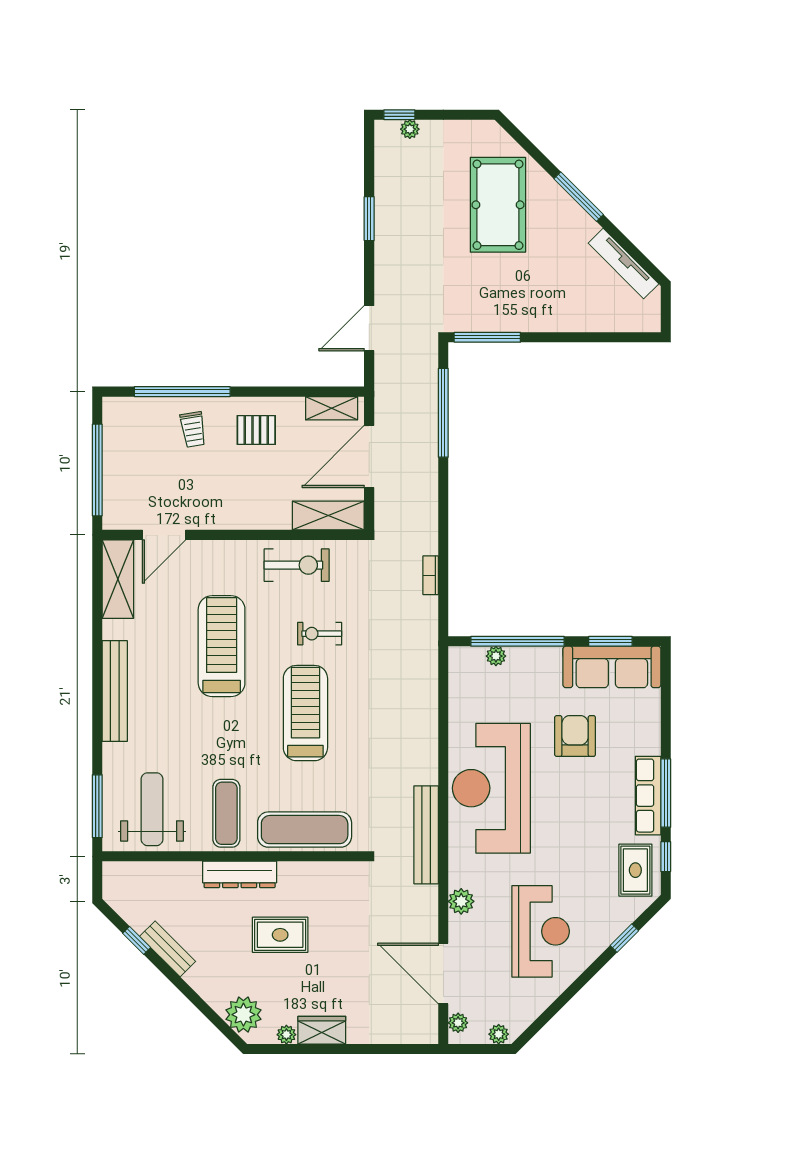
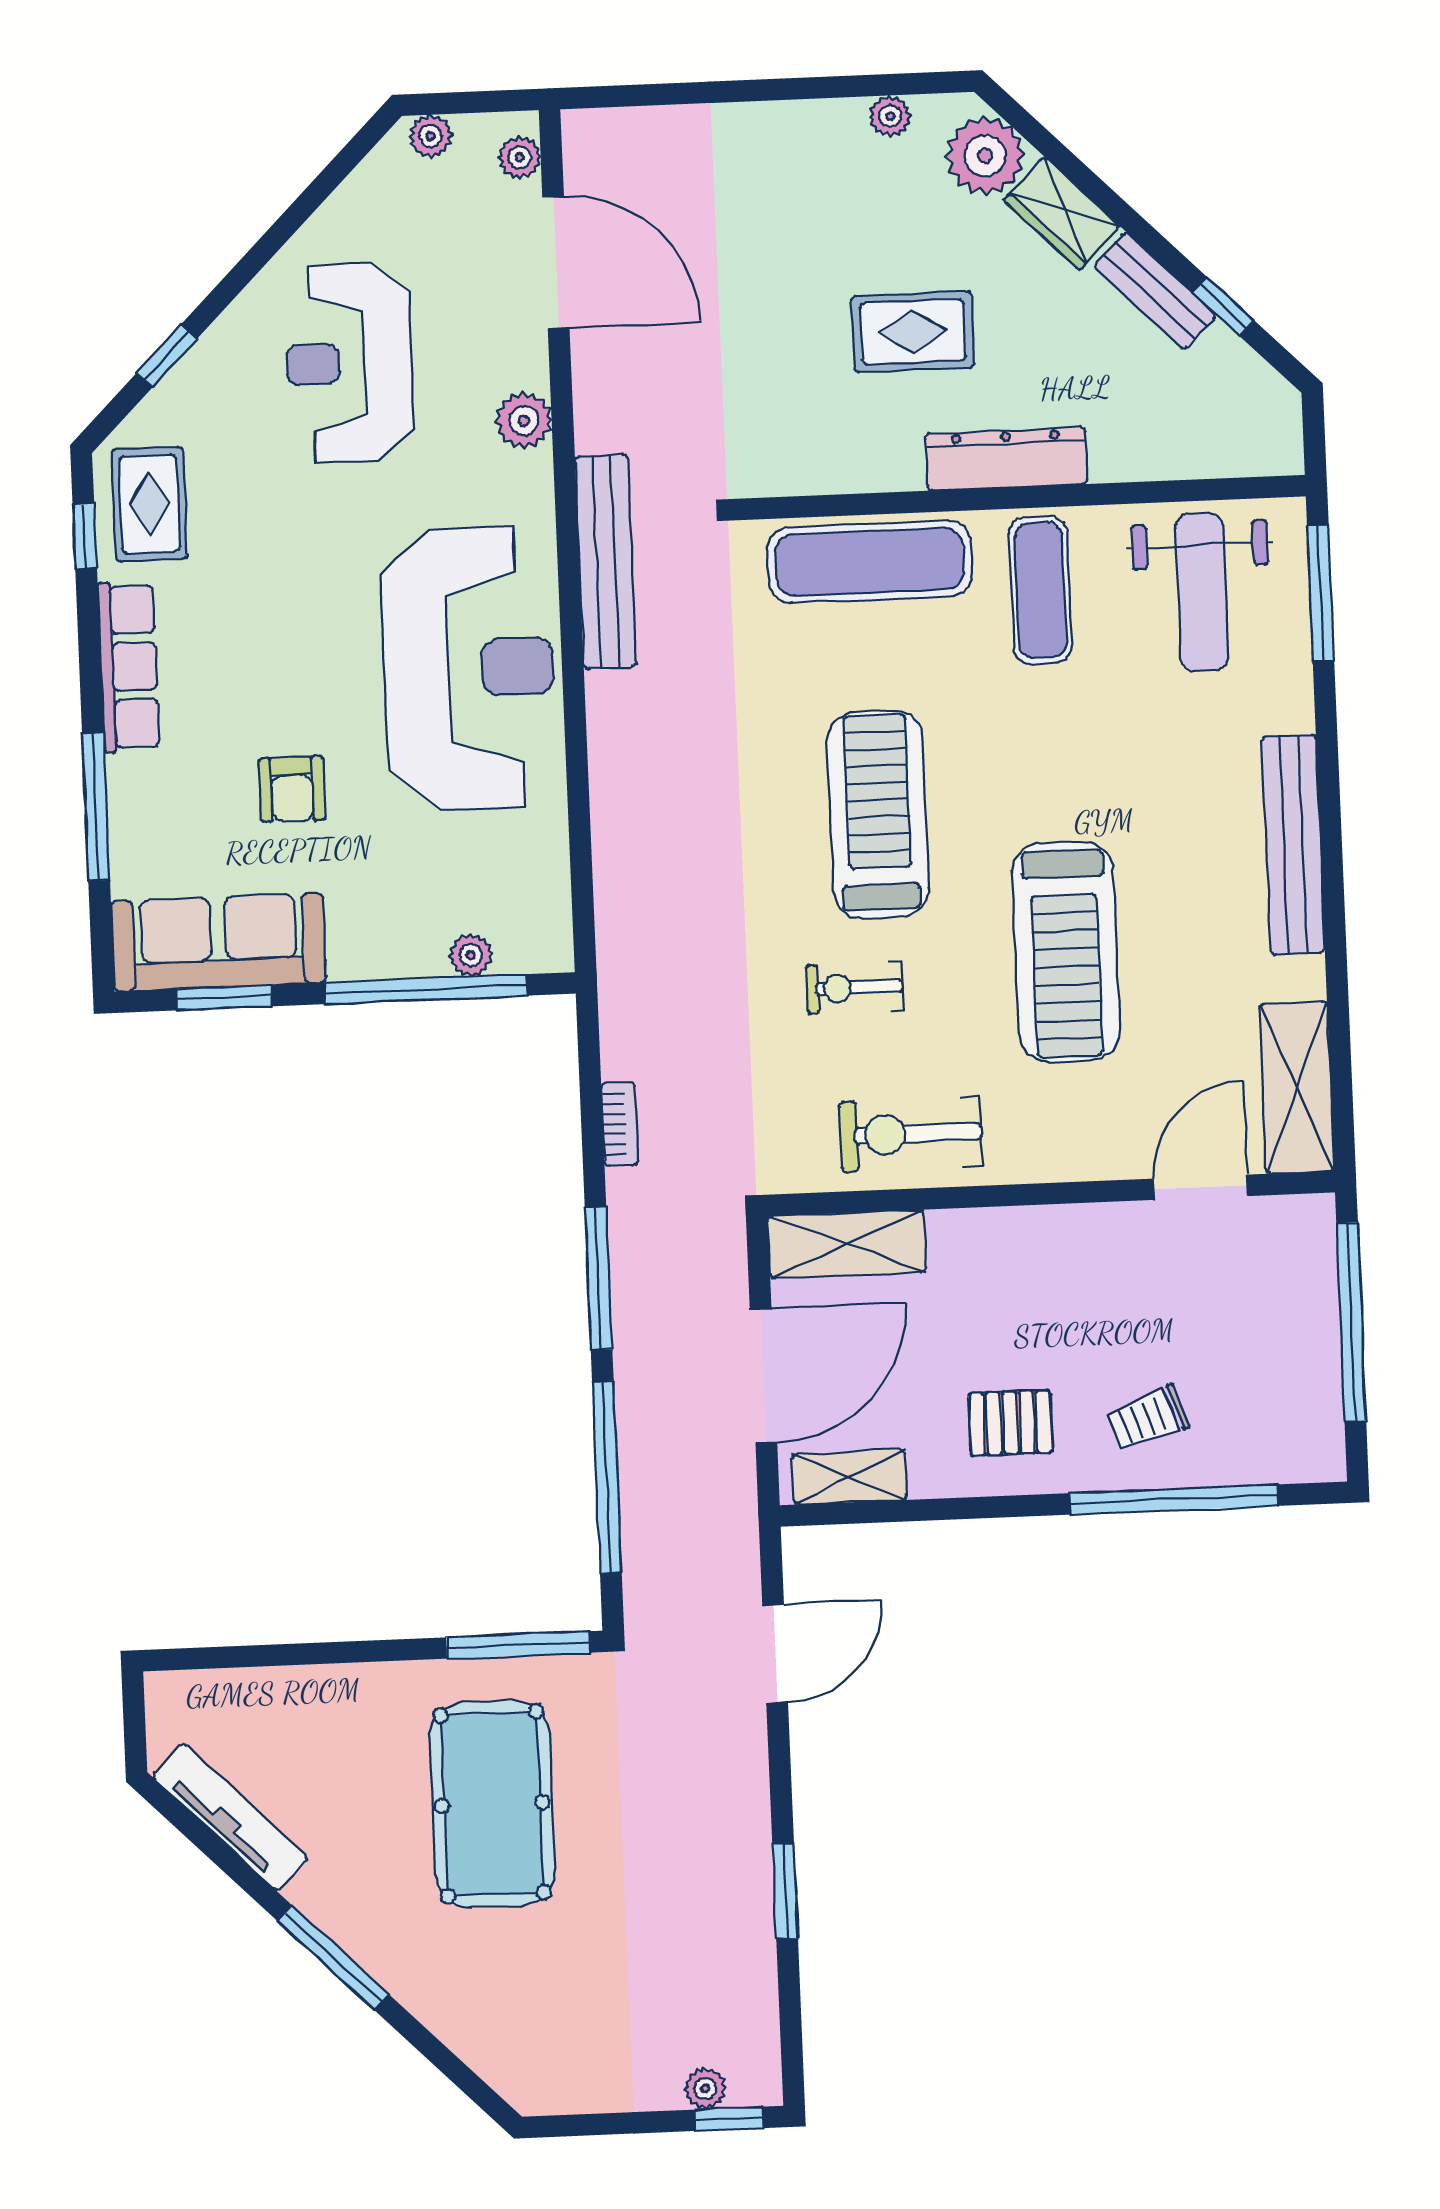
pool table: (498, 205) -> (492, 1804), moved
trolley: (193, 429) -> (1147, 1418), turned -100
window: (443, 505) -> (599, 1279), added
exercise bike: (320, 634) -> (855, 988), turned 180
treadmill: (305, 713) -> (878, 814), turned 180
armchair: (575, 736) -> (292, 789), width x0.72, depth x0.72
window: (666, 793) -> (96, 806), moved
wardrobe: (322, 1030) -> (1062, 213), moved, turned 45

